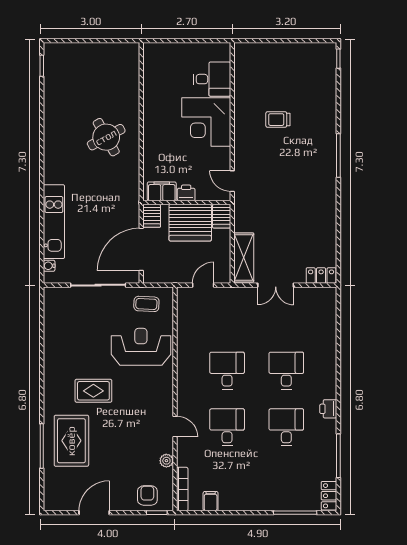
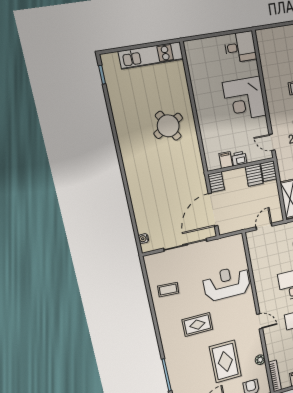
desk: (212, 79) -> (240, 47), moved
filing cabinet: (162, 191) -> (226, 160), width x0.50
kitchen unit: (54, 222) -> (151, 55), moved, turned 90
server rack: (190, 223) -> (254, 175), width x0.46, depth x0.70
coffee table: (146, 304) -> (168, 290), moved
door: (175, 427) -> (260, 321), moved
rug: (71, 441) -> (225, 361), moved

